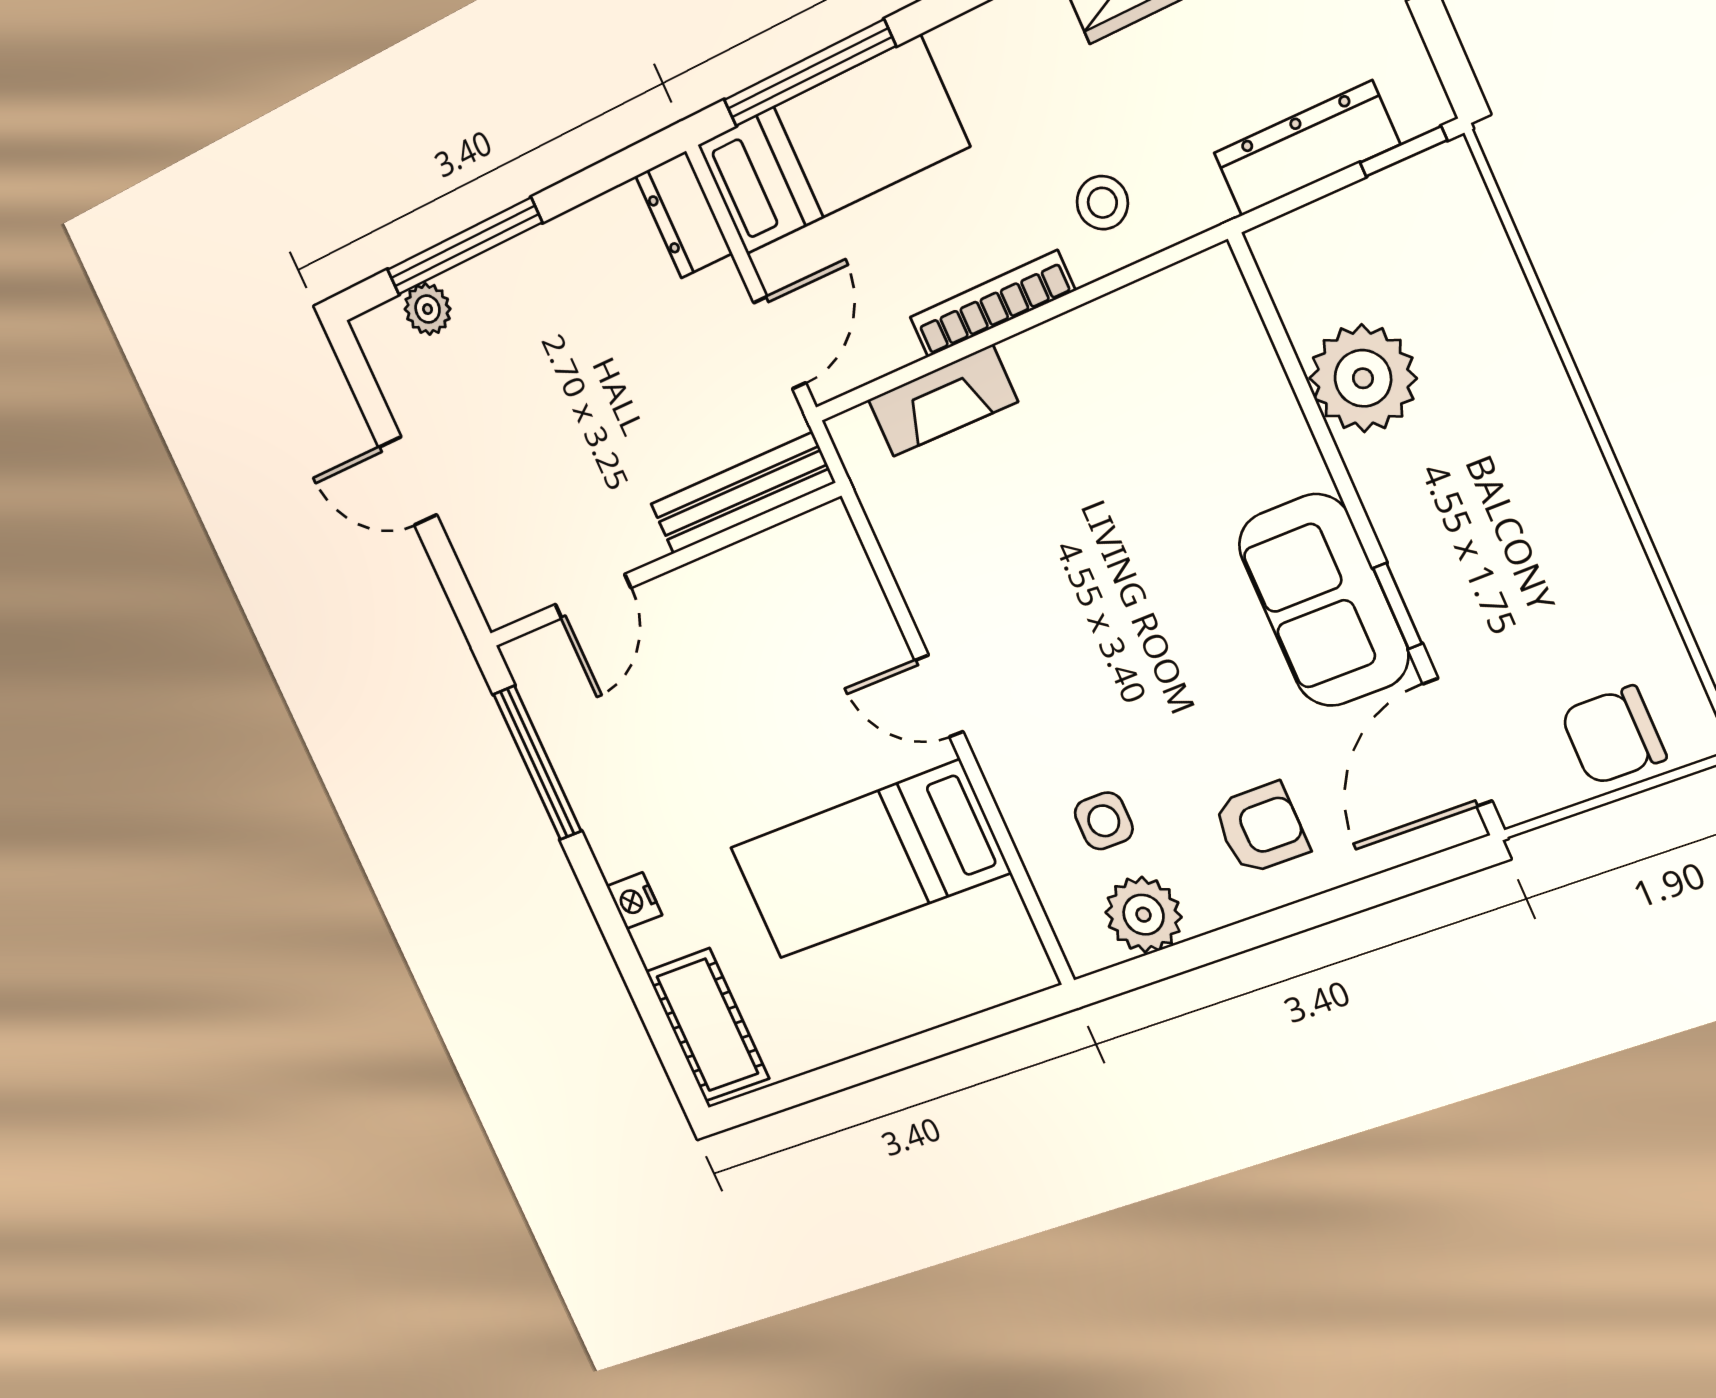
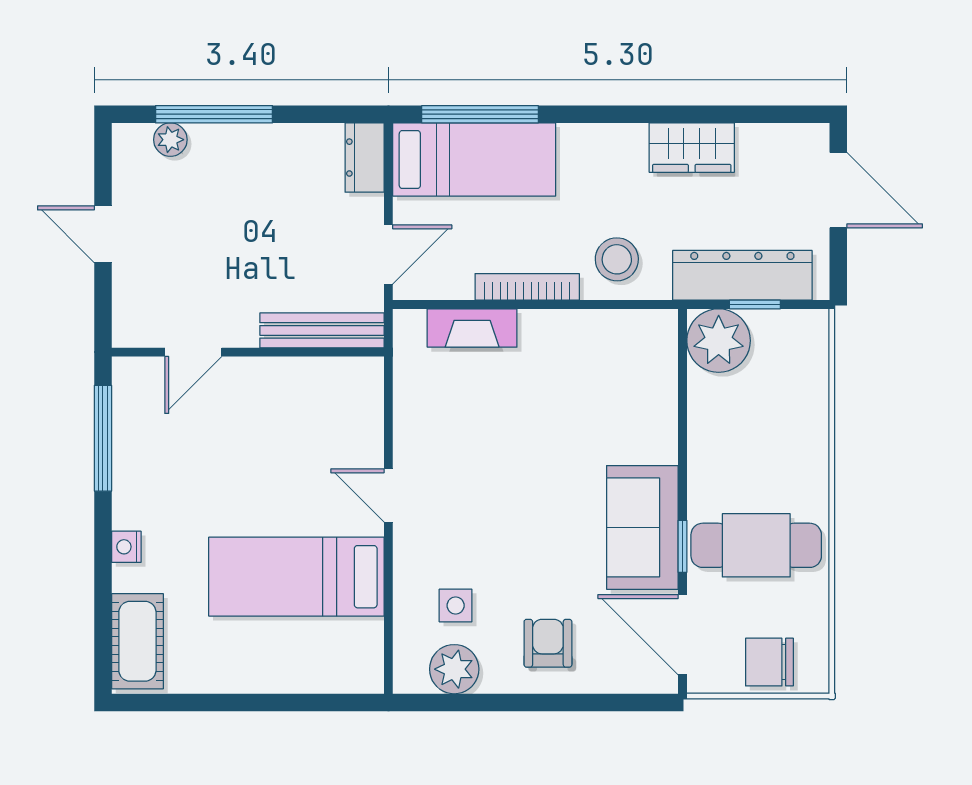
dresser: (1306, 149) -> (742, 275), width x1.37, depth x1.24
window: (1404, 151) -> (755, 305), moved
stool: (1102, 203) -> (617, 259), width x1.37, depth x1.37
plant: (1363, 378) -> (719, 341), moved
cafe table: (1512, 560) -> (756, 545), added
door: (1457, 742) -> (682, 635), hinge flipped
armchair: (1261, 828) -> (548, 643), turned -90

